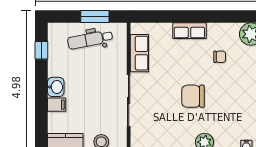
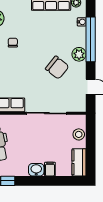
chair: (193, 96) -> (57, 68), moved, turned -51

